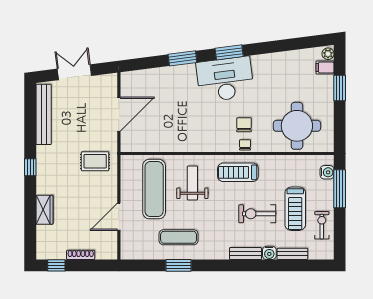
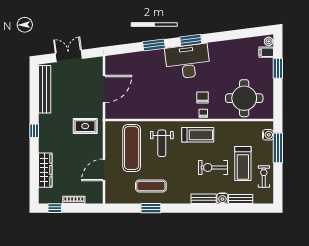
treadmill: (238, 172) -> (198, 135), turned 180
weight bench: (192, 183) -> (162, 143), turned 180
wardrobe: (44, 210) -> (45, 170), width x1.50

